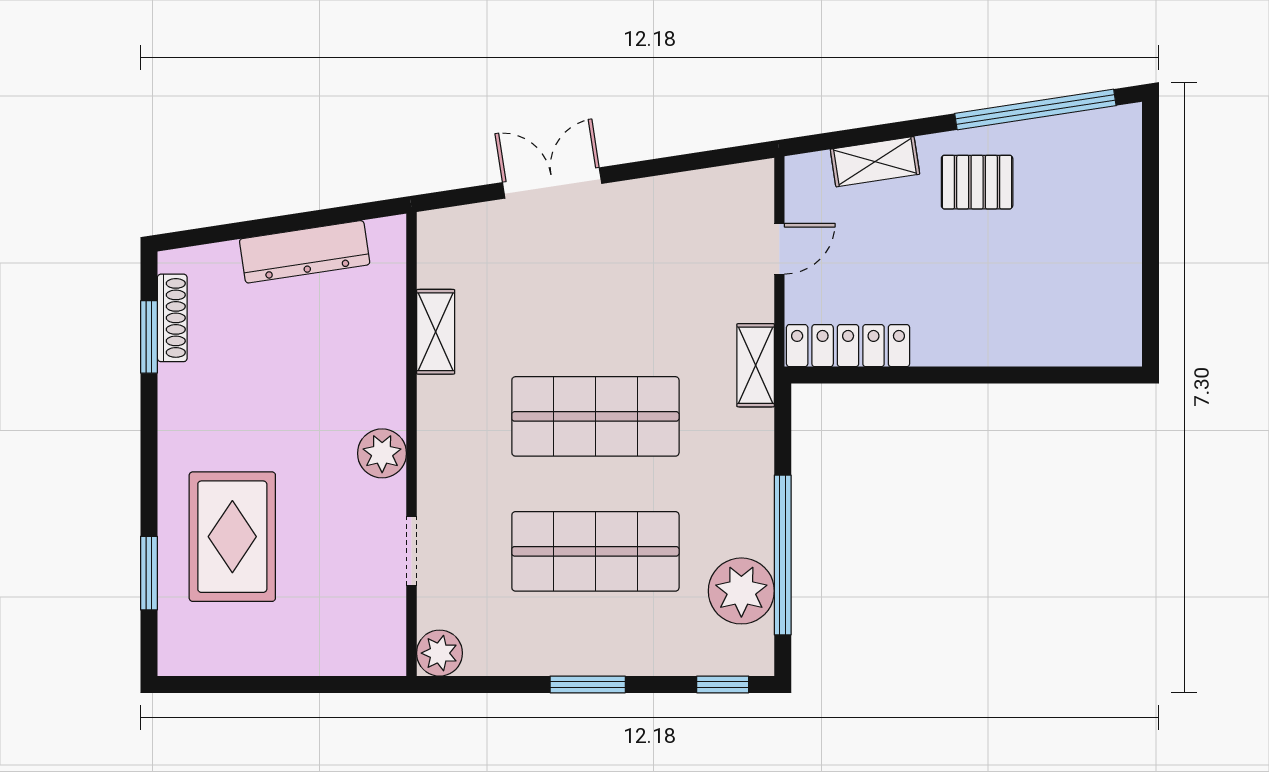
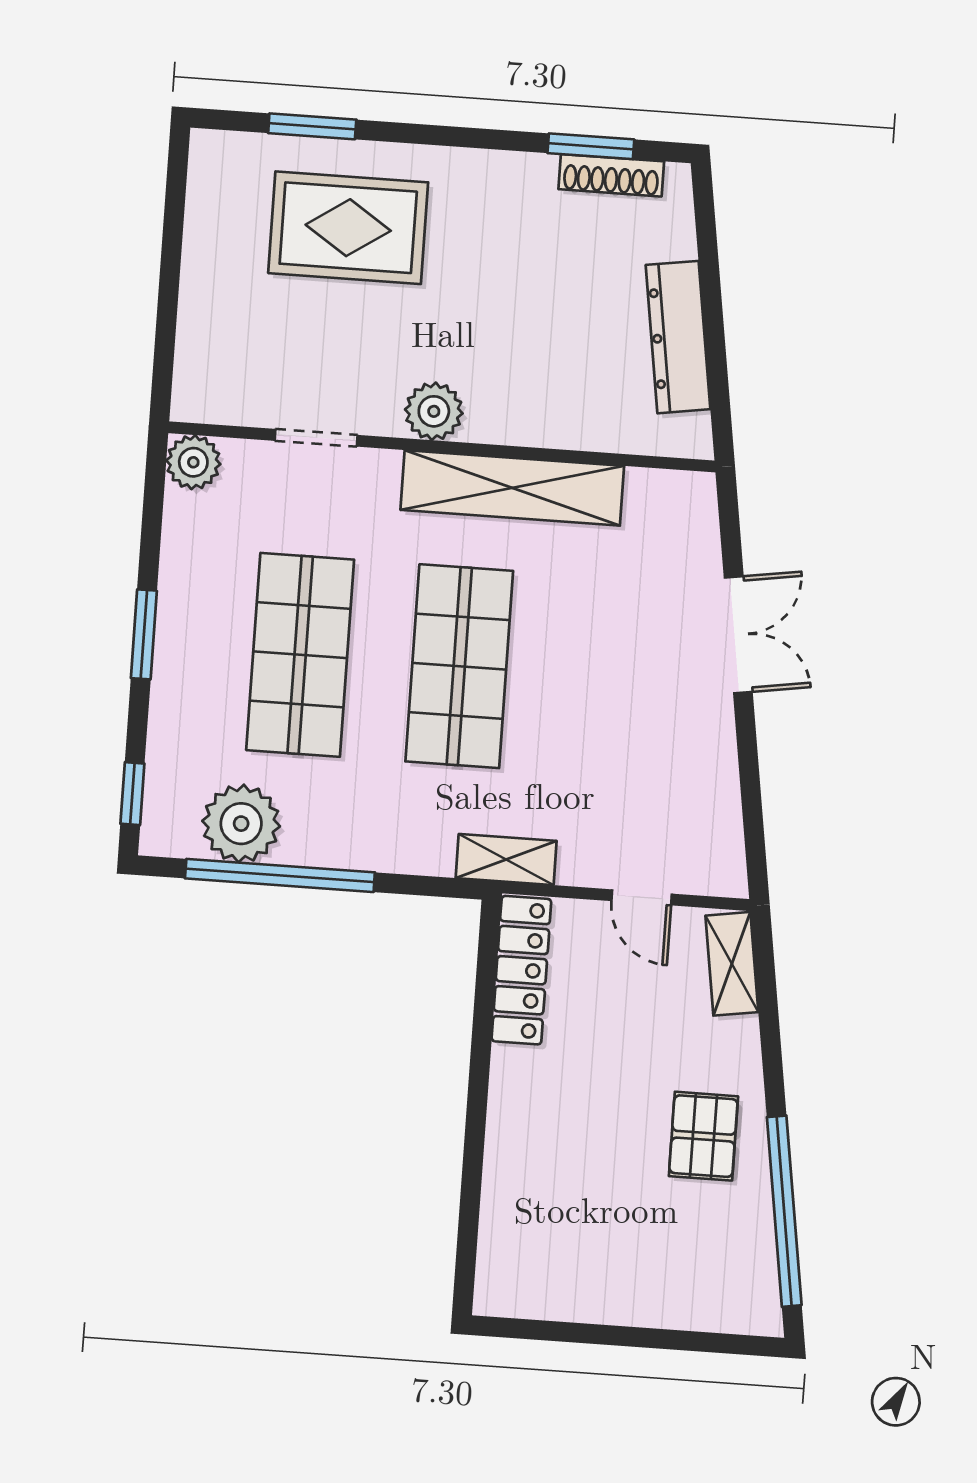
shelving: (875, 162) -> (732, 964), moved
shelving: (436, 332) -> (512, 488), width x2.20, depth x1.33

